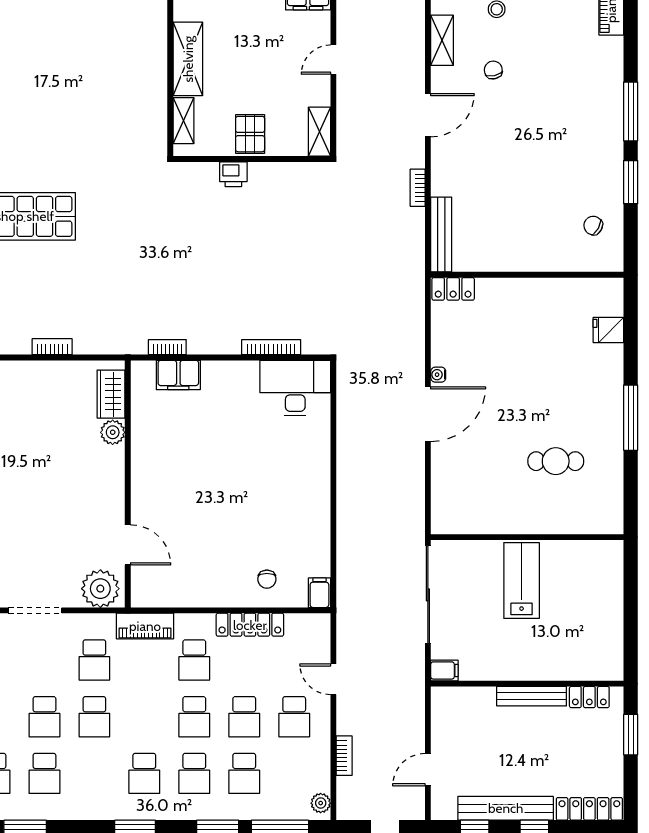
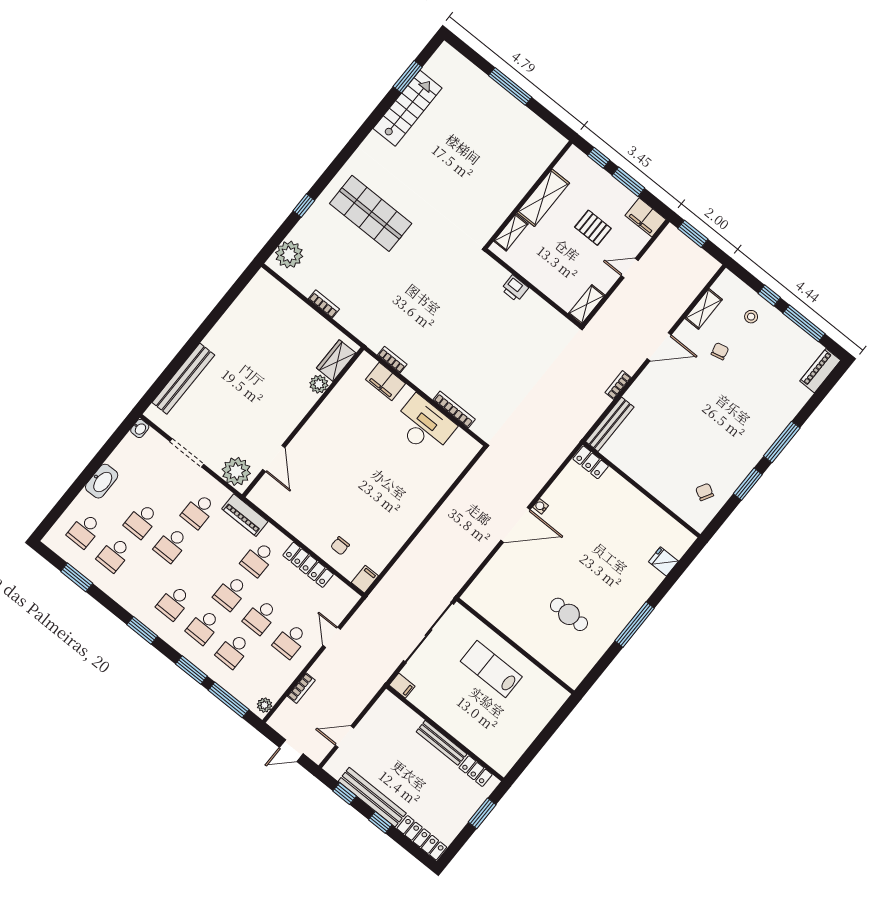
pallet: (250, 134) -> (593, 228), moved, turned 90
desk: (295, 388) -> (424, 425), moved
lab bench: (522, 580) -> (491, 669), turned -90

